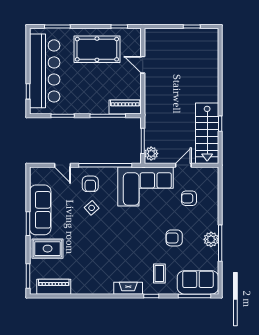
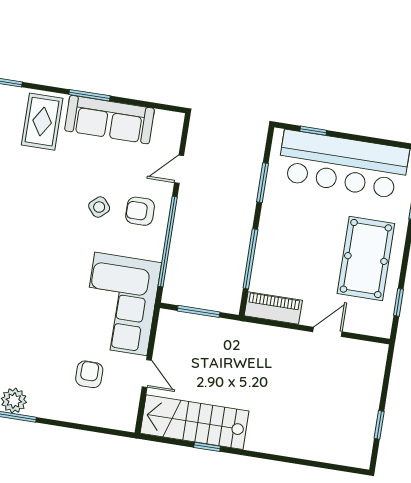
piano: (125, 107) -> (273, 308), moved, turned -90
plant: (151, 154) -> (175, 322), removed
armchair: (174, 238) -> (26, 338), removed

